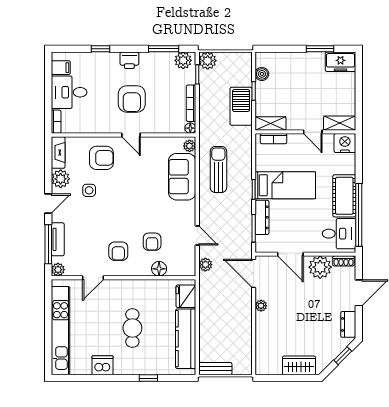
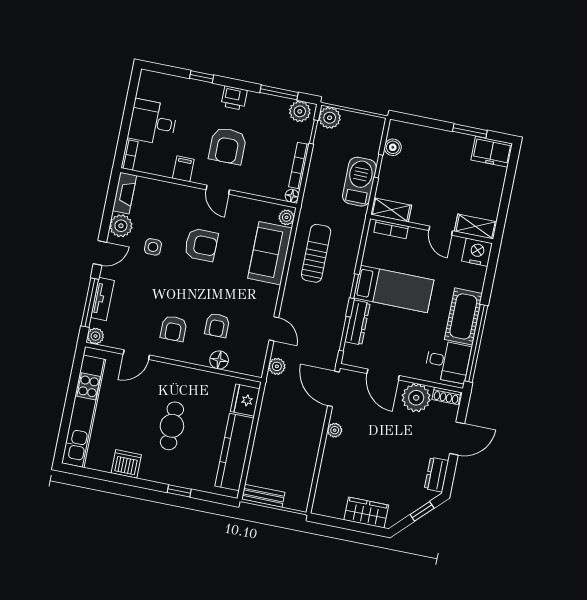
filing cabinet: (61, 68) -> (183, 169), moved, turned -90
armchair: (101, 158) -> (201, 245), moved

